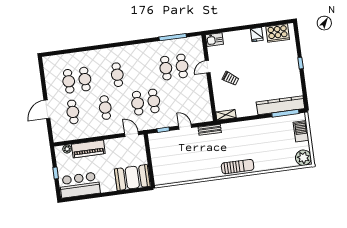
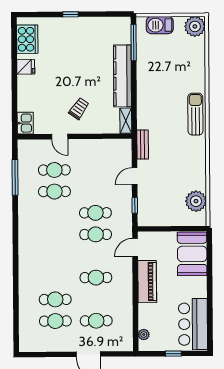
cafe table: (117, 75) -> (55, 256), removed
kitchen counter: (280, 105) -> (122, 76), moved
piano: (88, 149) -> (147, 282), moved
plant: (172, 175) -> (196, 201), added

